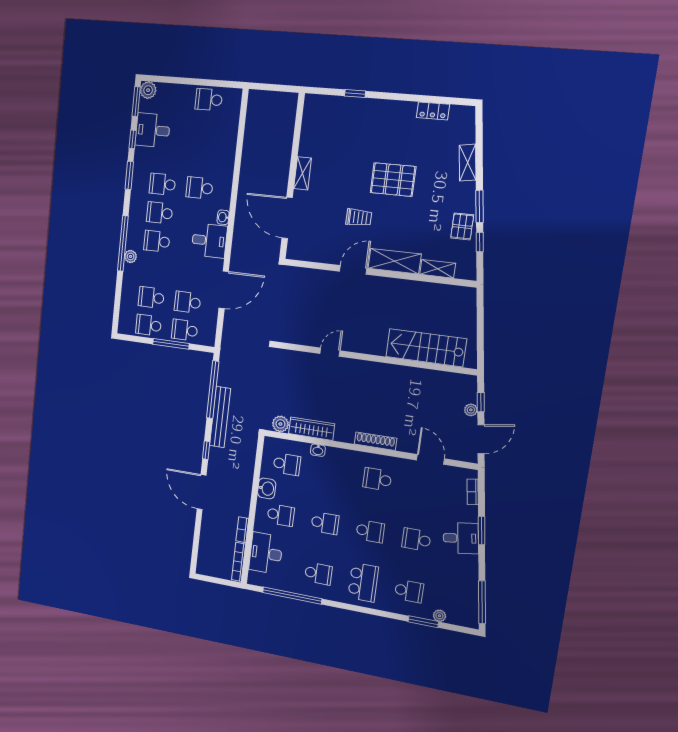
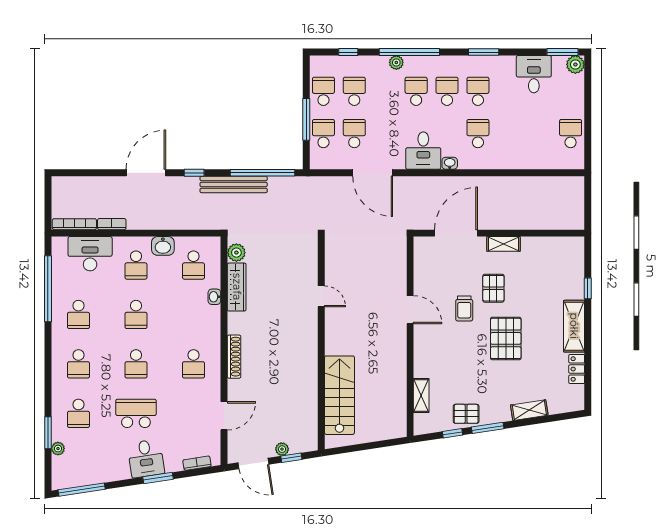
window: (133, 139) -> (348, 52), moved
pallet: (343, 187) -> (493, 288), added
shelving: (395, 261) -> (574, 326), moved
school desk: (377, 479) -> (194, 364), turned 180
school desk: (416, 540) -> (136, 413), width x1.85
school desk: (363, 582) -> (78, 364), width x0.54

